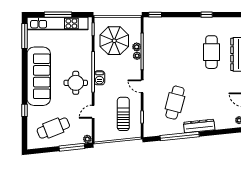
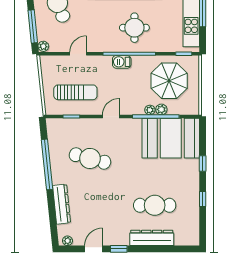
window: (155, 15) -> (203, 164), moved
booth: (159, 40) -> (171, 138), added
round table: (76, 83) -> (134, 28), moved
door: (93, 112) -> (78, 54), hinge flipped
dresser: (199, 126) -> (61, 204), moved

